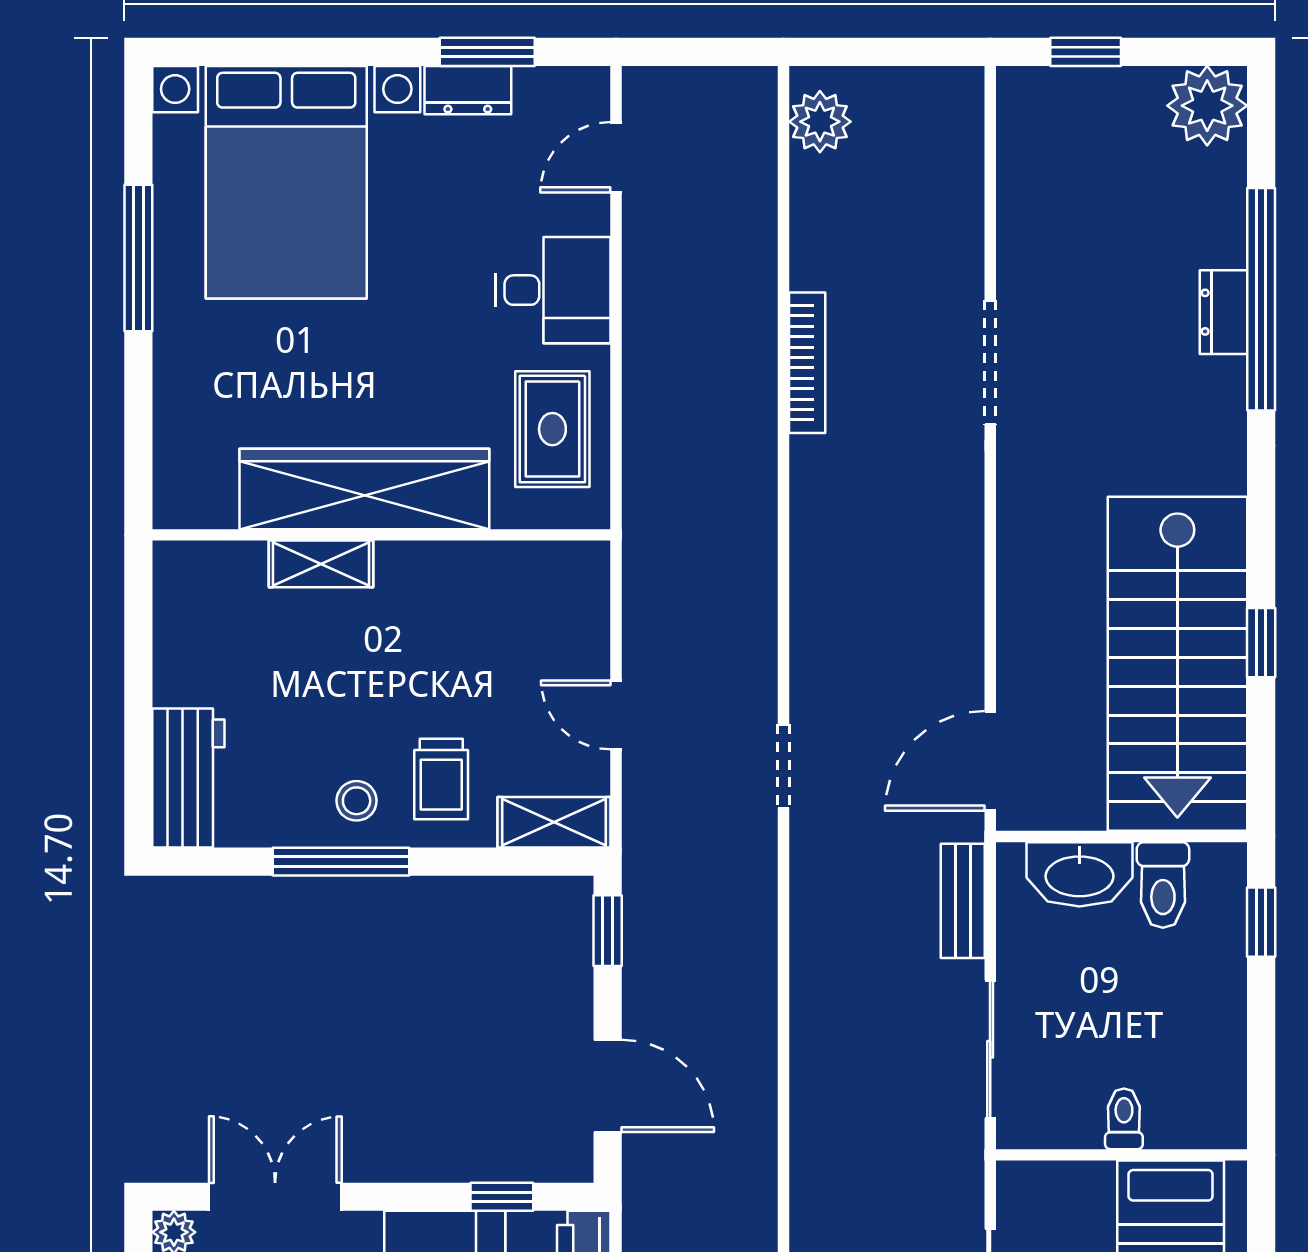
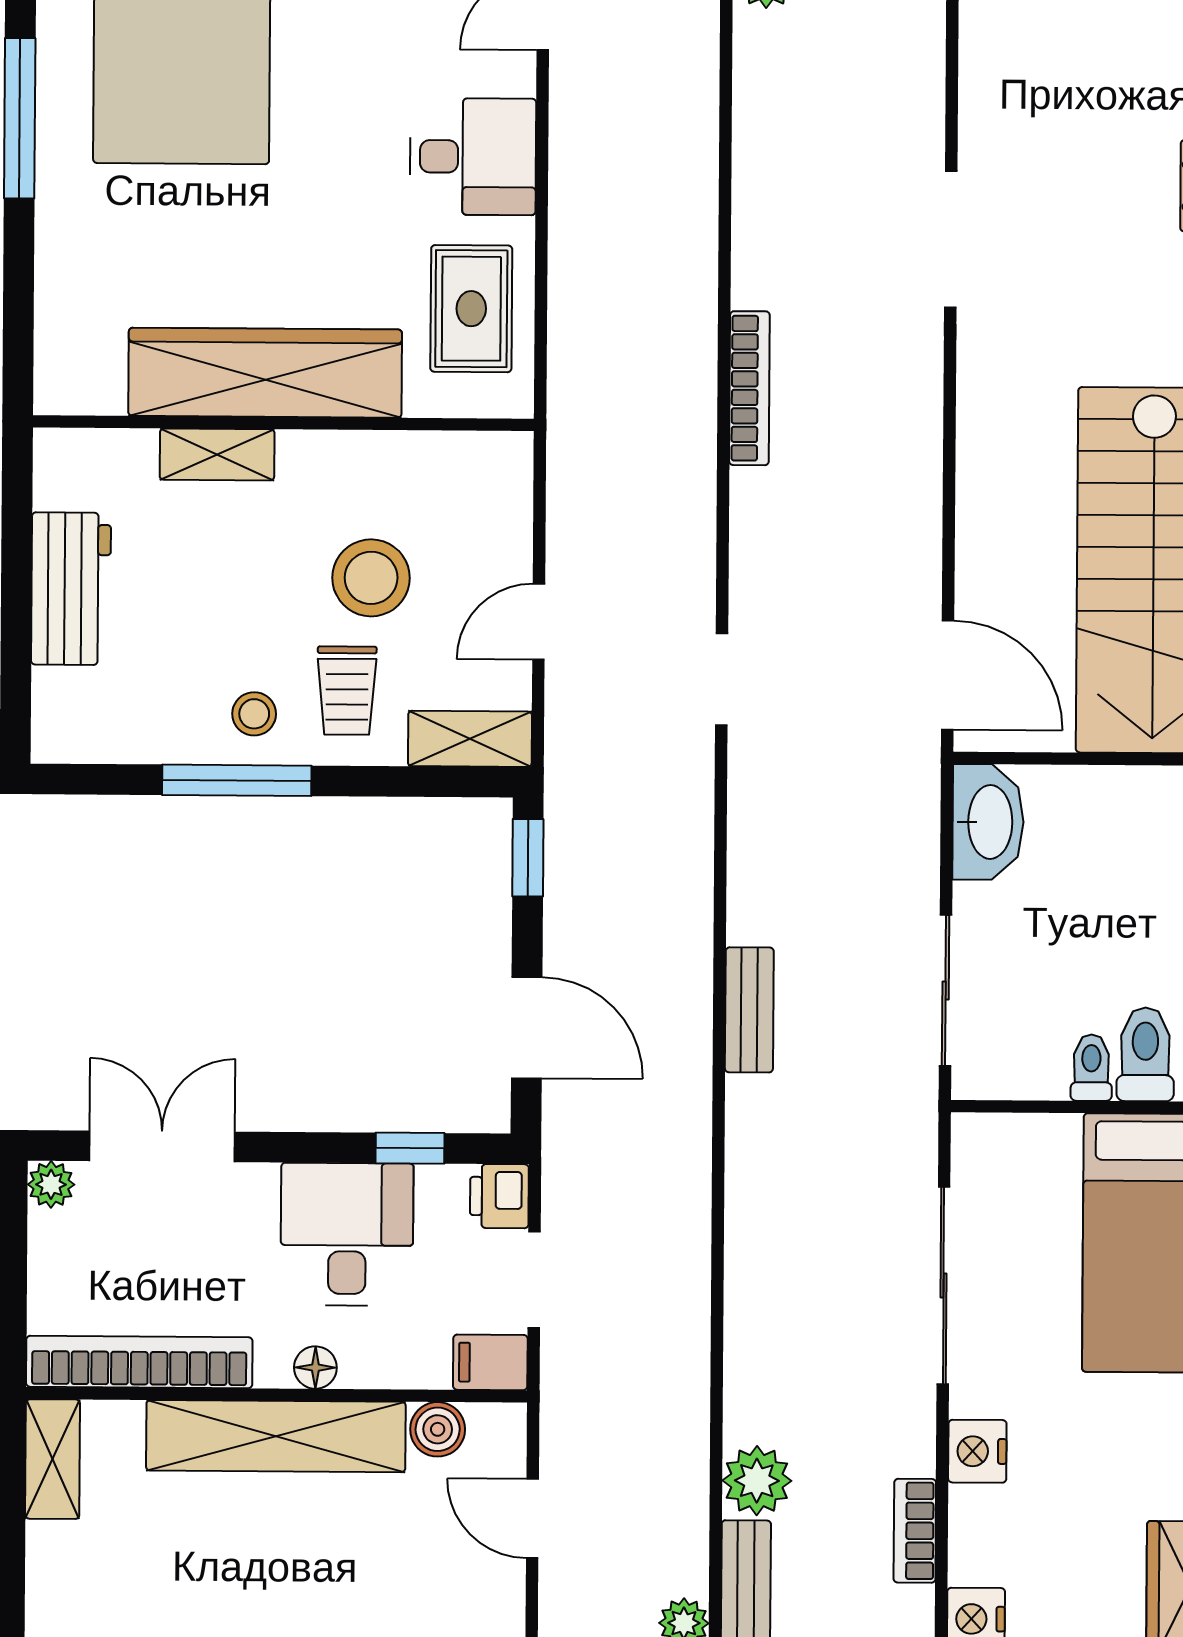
bookcase: (807, 363) -> (749, 388), moved
stool: (463, 676) -> (371, 578), added
door: (616, 715) -> (539, 622), hinge flipped
door: (990, 761) -> (948, 675), swing flipped
workbench: (188, 778) -> (71, 589), moved
washbasin: (1080, 874) -> (988, 822), moved, turned -90
toilet: (1163, 885) -> (1145, 1054), moved, turned 180
bench: (963, 901) -> (749, 1010), moved

